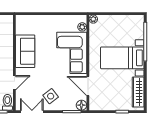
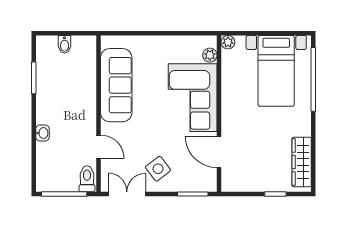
sofa: (25, 51) -> (116, 85), width x1.36
bed with nightstands: (122, 58) -> (276, 71), moved, turned -90
door: (14, 83) -> (98, 147), hinge flipped
floor lamp: (81, 105) -> (209, 184), removed

